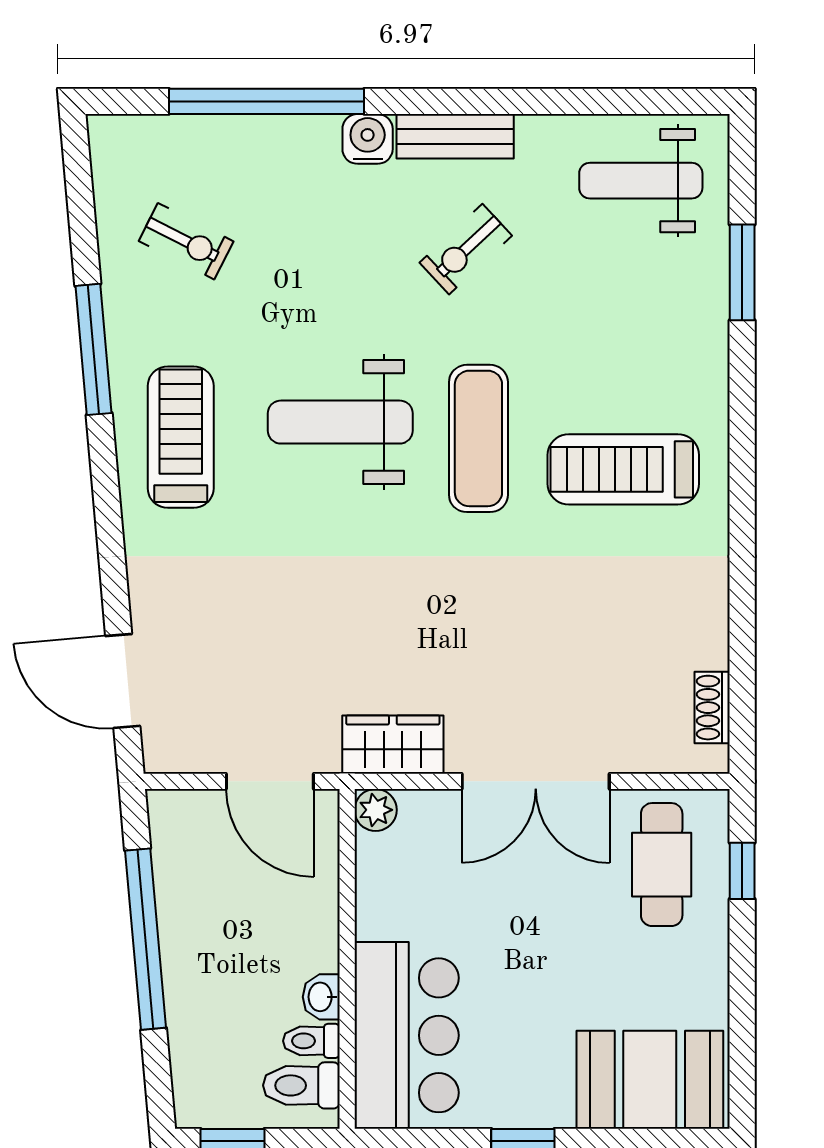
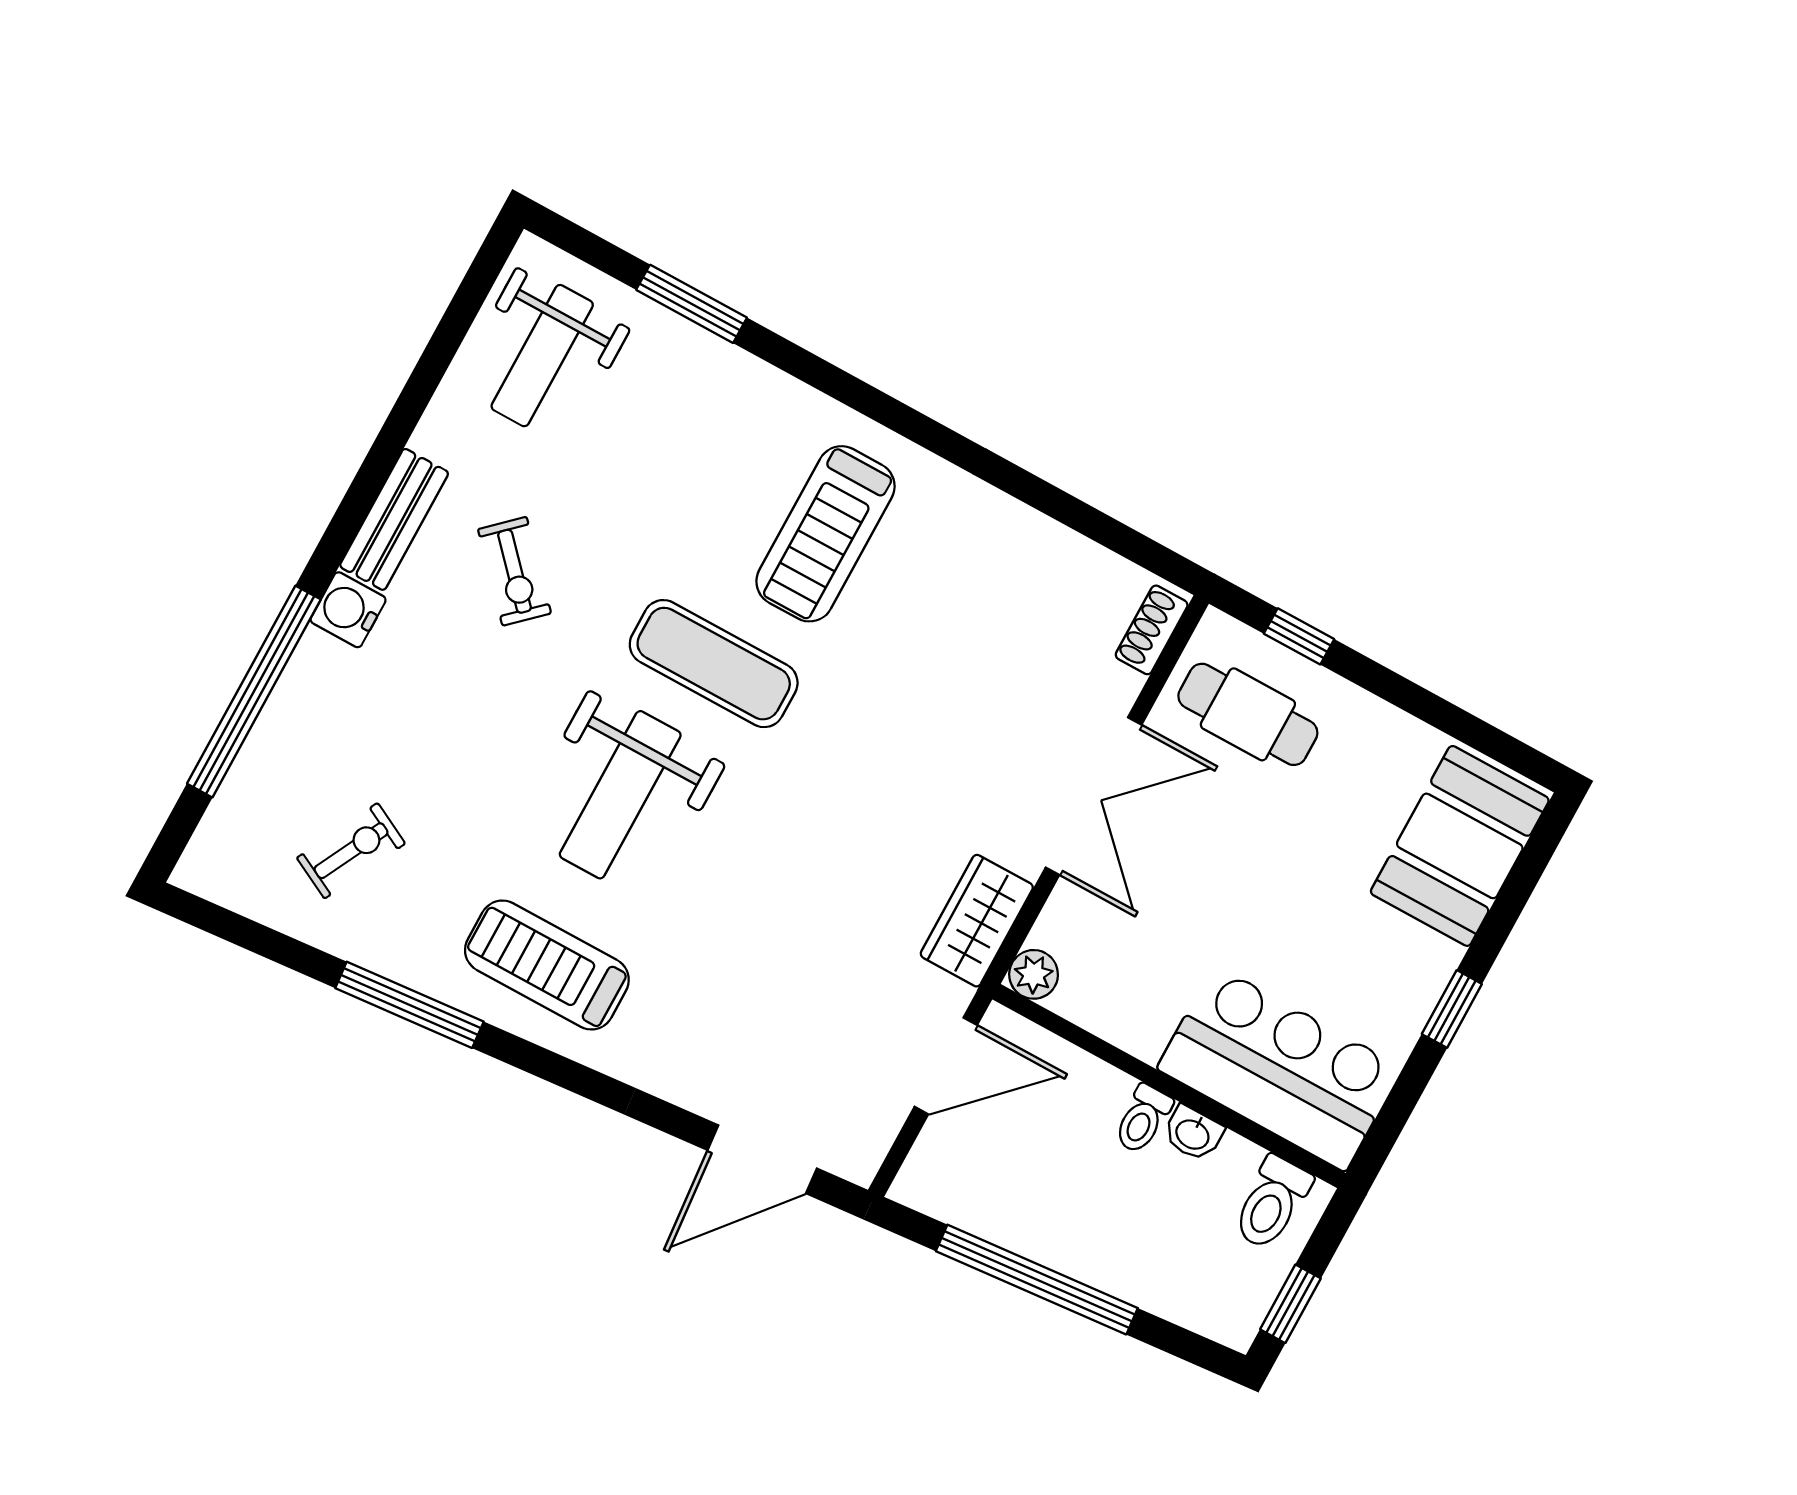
shoe rack: (712, 708) -> (1152, 630), moved, turned 90
toilet: (311, 1041) -> (1143, 1119), moved

